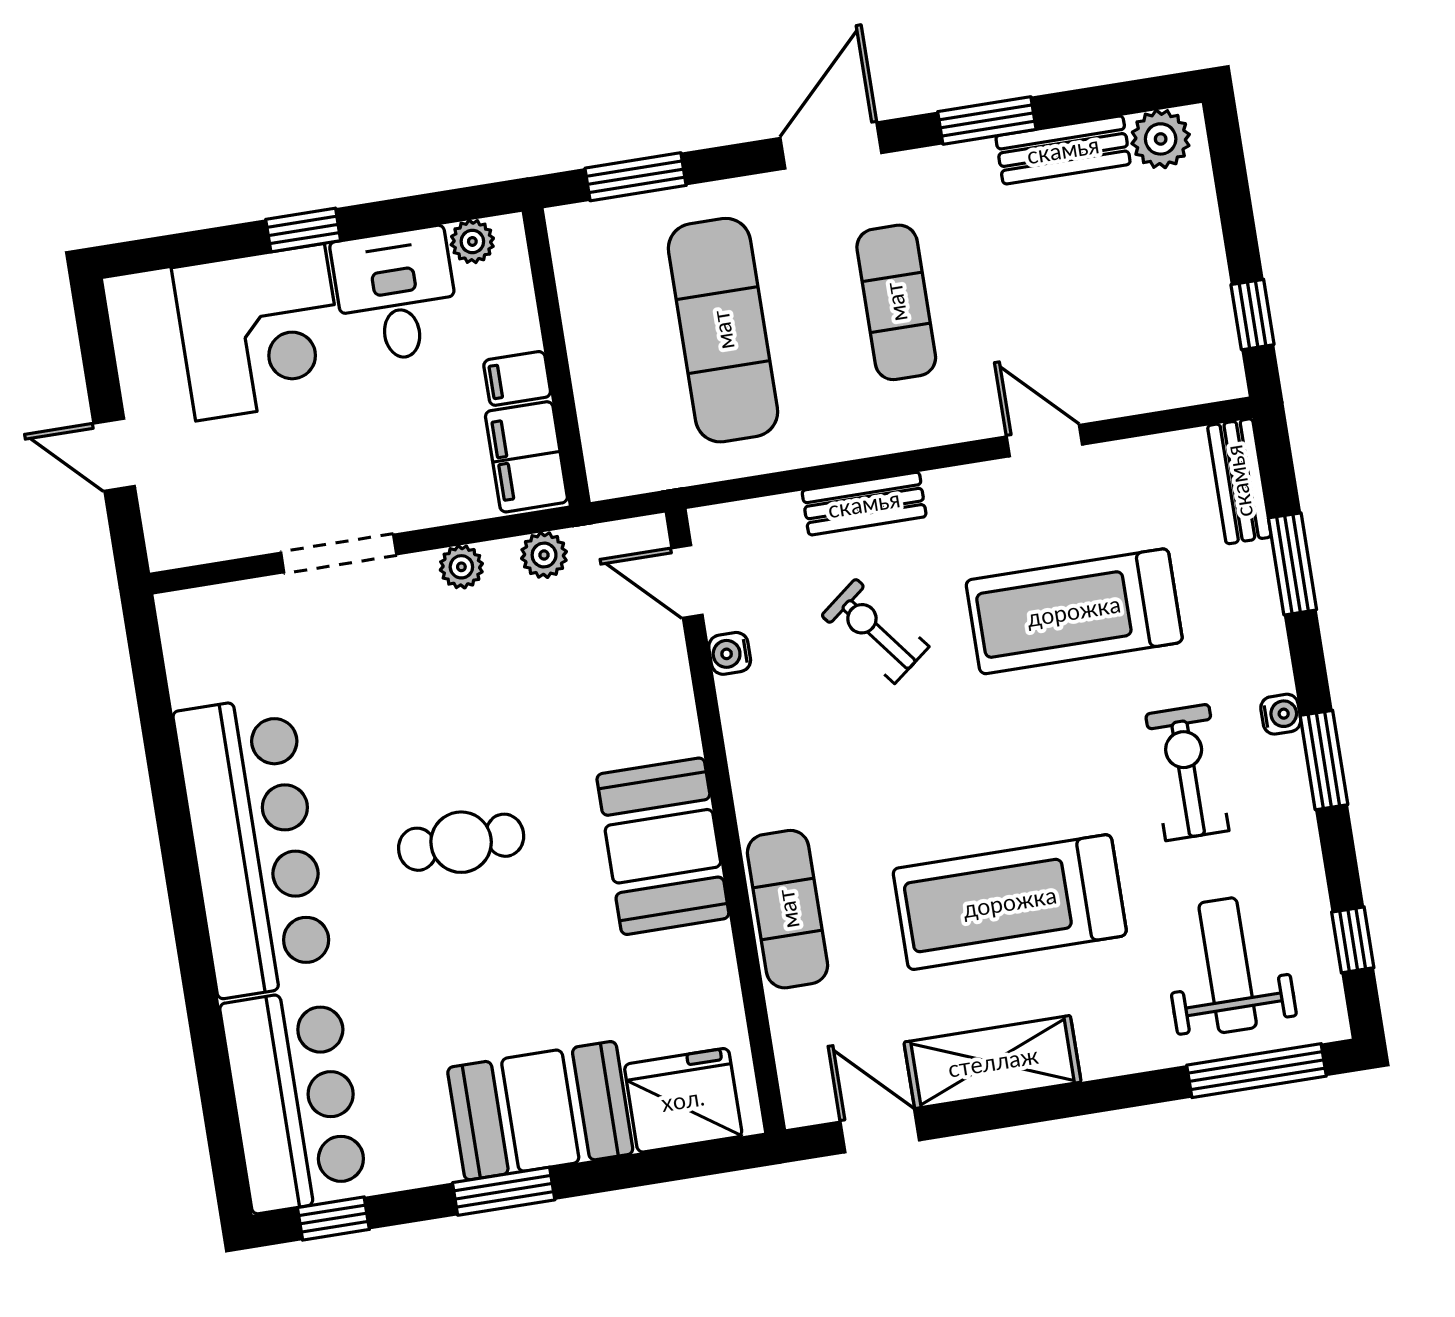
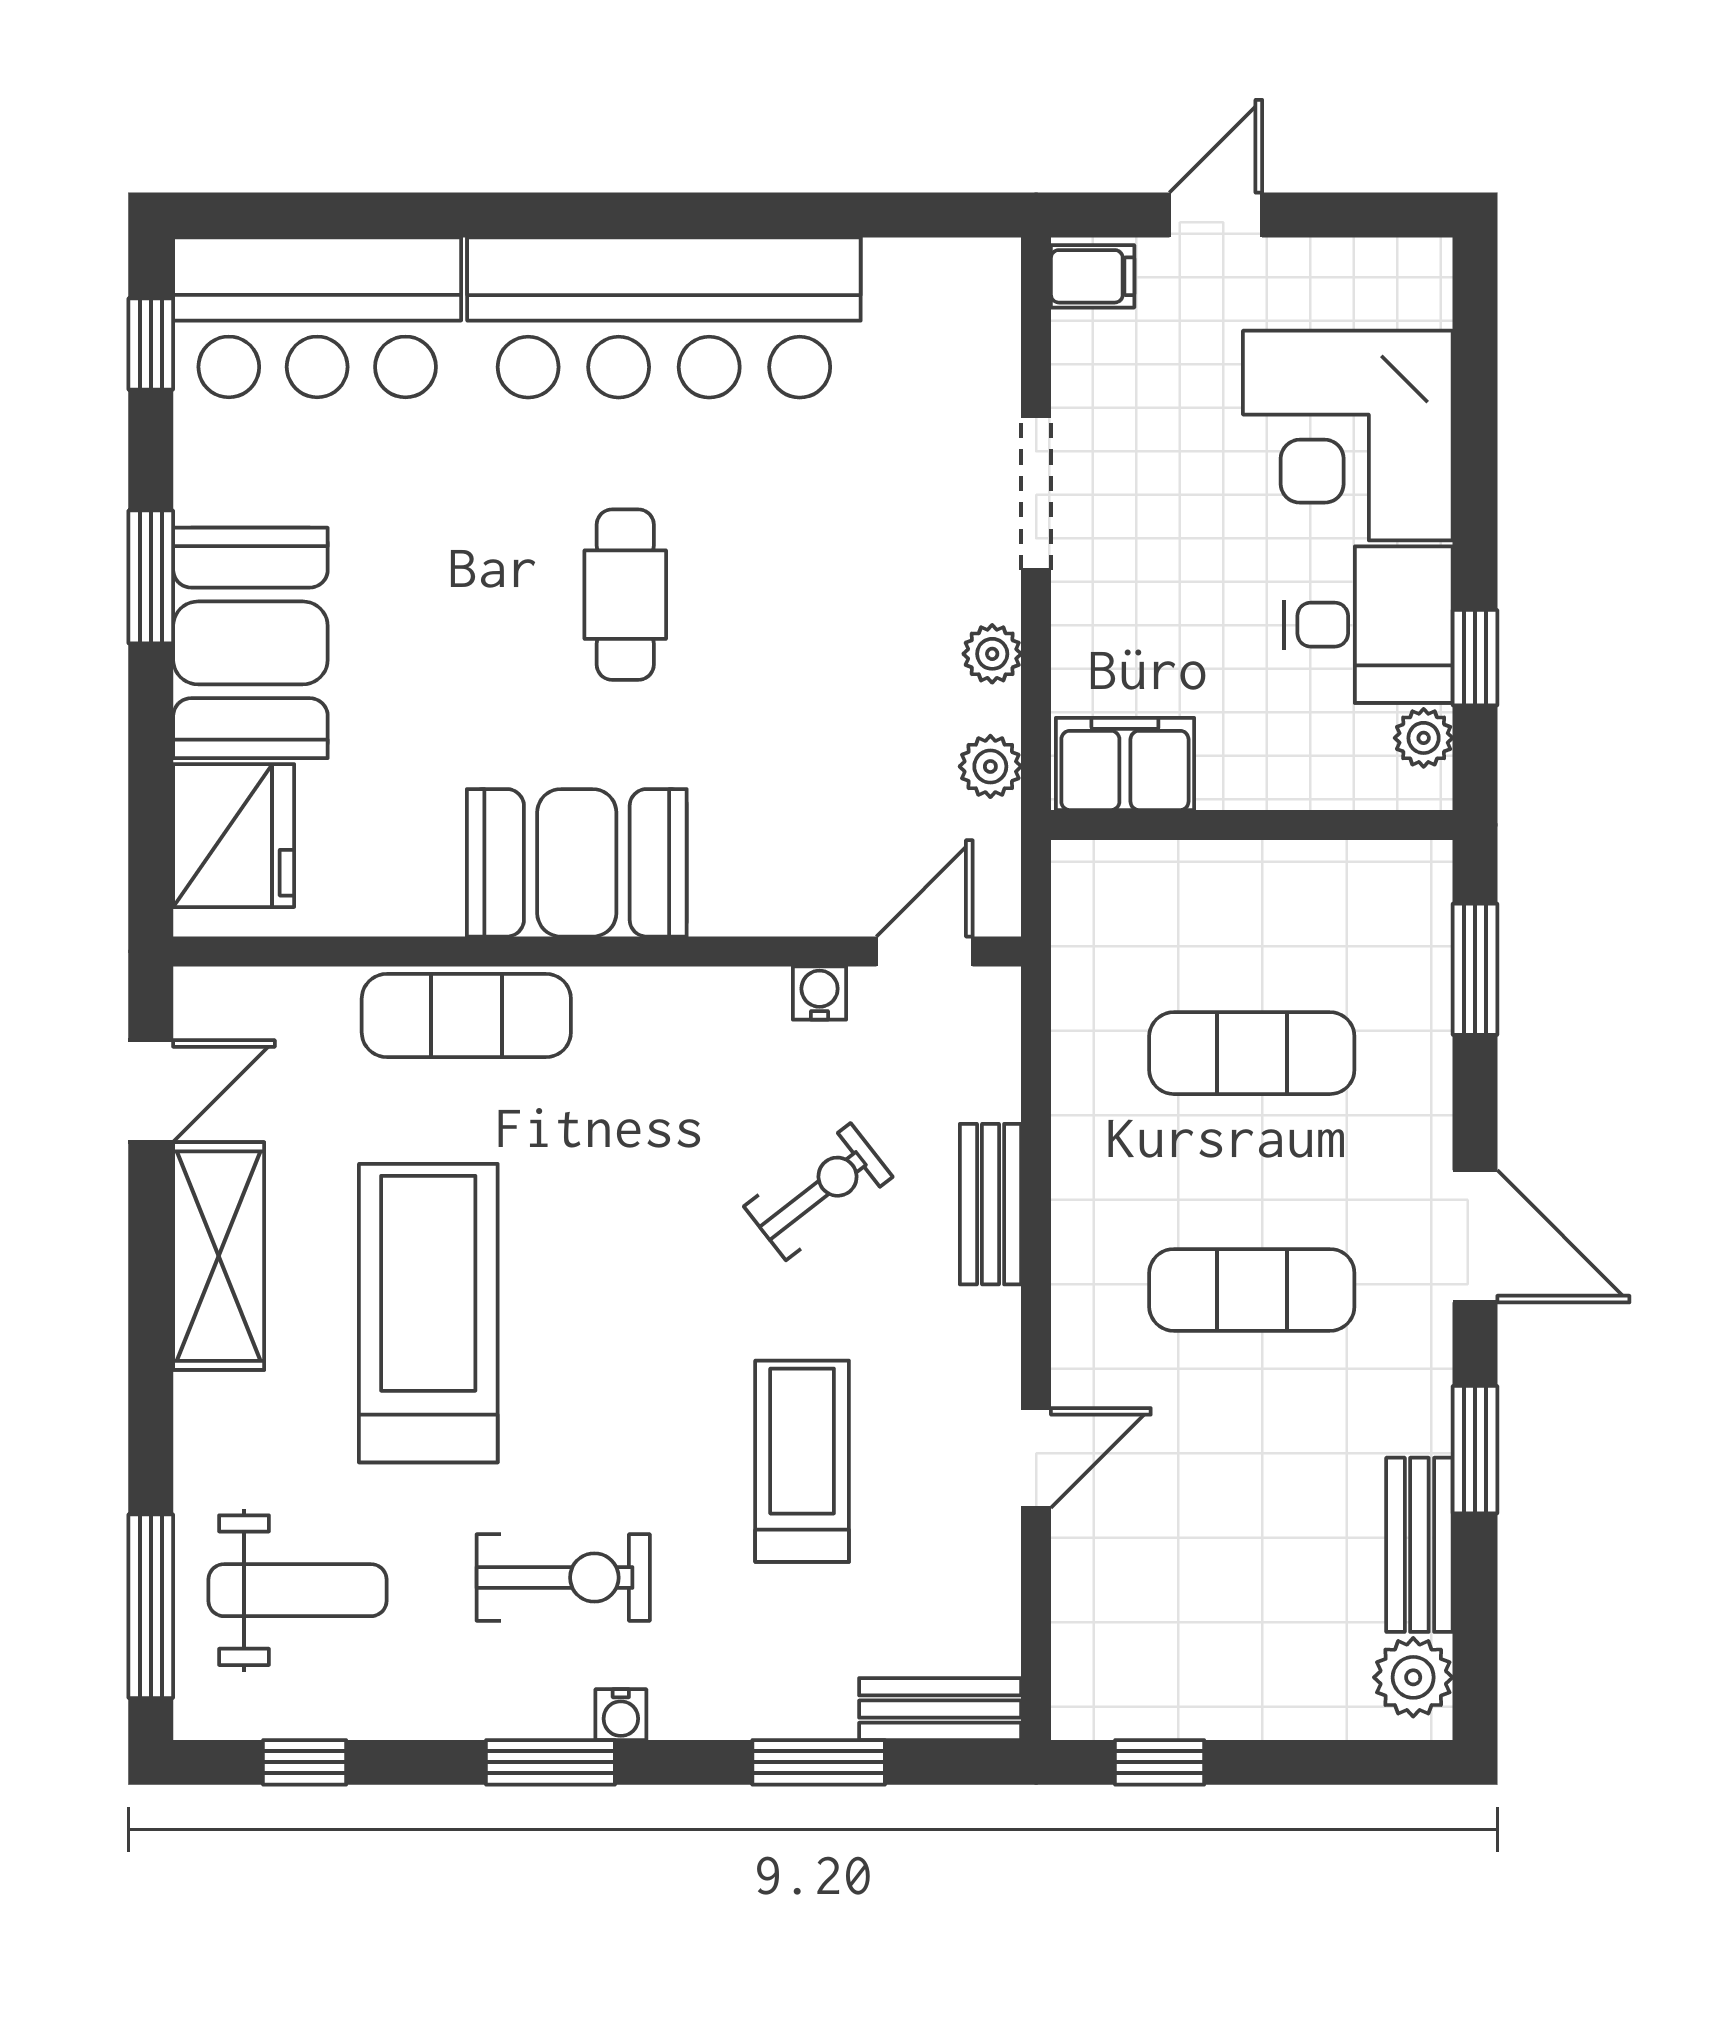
window: (303, 230) -> (1475, 658), moved
exercise mat: (723, 330) -> (1252, 1053), width x0.73, depth x0.69
filing cabinet: (517, 378) -> (1093, 276), moved, turned 90
treadmill: (1074, 611) -> (802, 1461), width x0.73, depth x0.73

